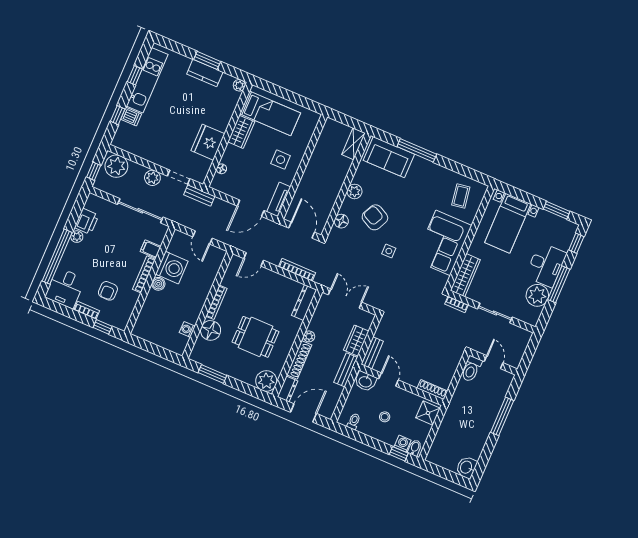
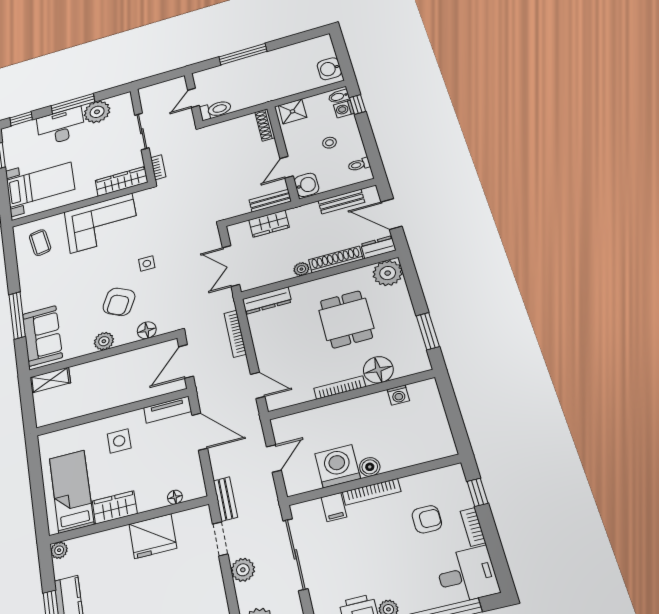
coffee table: (461, 196) -> (40, 243), turned 90
bench: (346, 370) -> (341, 202), moved
washbasin: (466, 467) -> (329, 69), moved, turned 90

